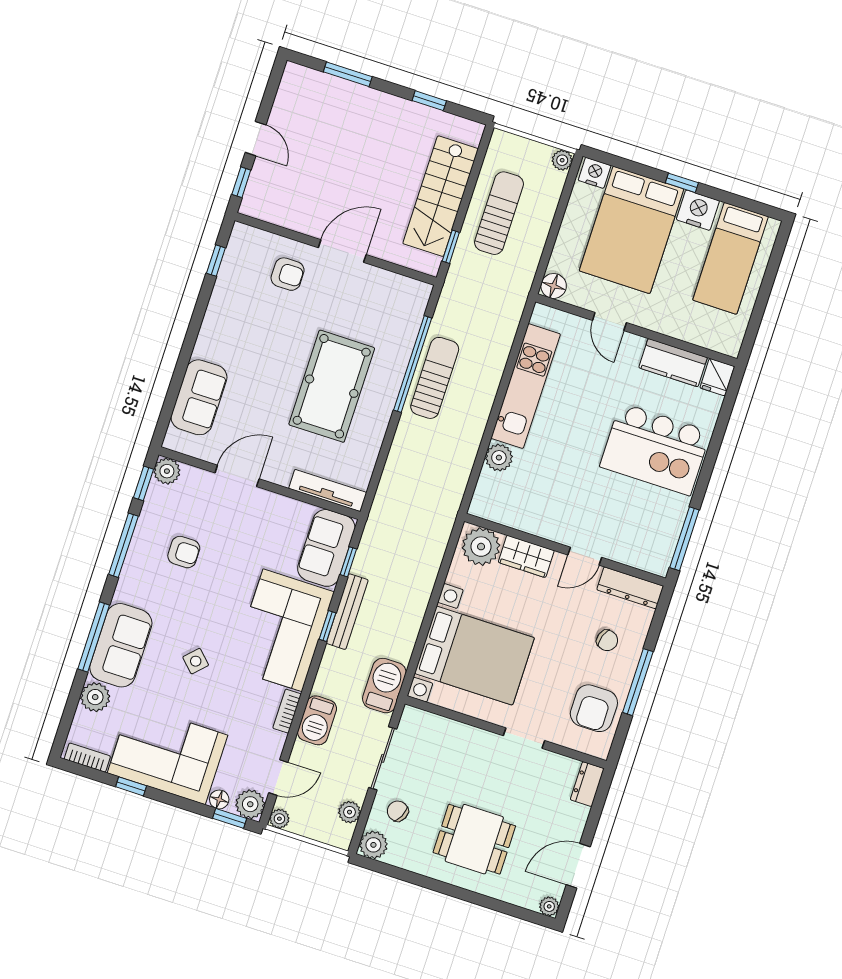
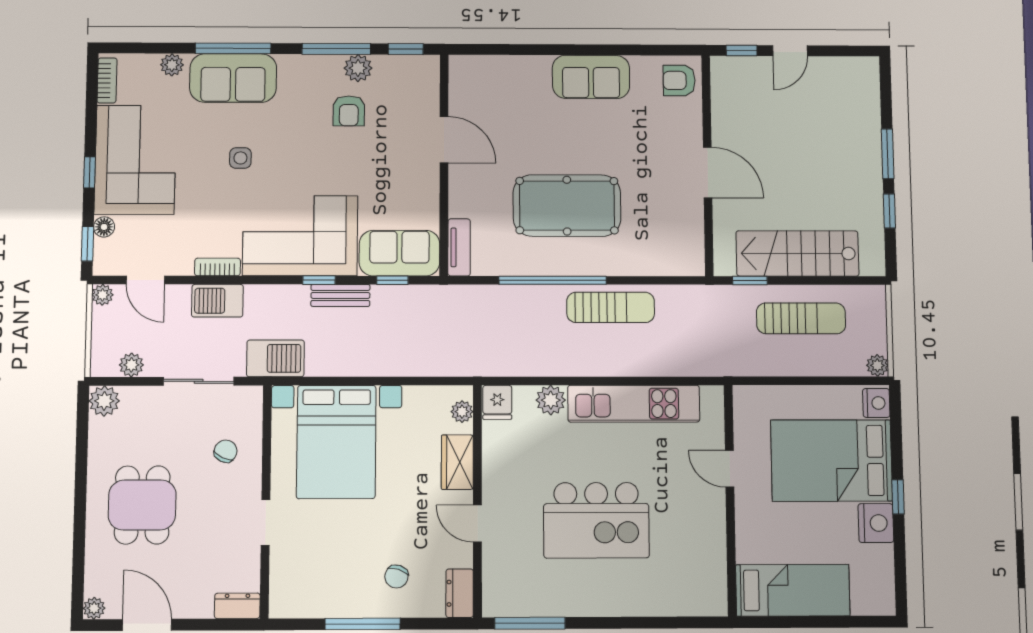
window: (348, 74) -> (888, 154), moved
bed: (731, 258) -> (793, 590), moved, turned 180
window: (216, 261) -> (655, 50), removed
armchair: (288, 274) -> (679, 80), moved, turned 90
floor lamp: (554, 286) -> (746, 399), removed
door: (609, 322) -> (730, 469), hinge flipped
kitchen counter: (673, 363) -> (710, 550), removed
window: (413, 364) -> (553, 280), moved
fridge: (717, 377) -> (497, 402), moved, turned -90
sofa: (199, 397) -> (591, 77), moved
kitchen island: (655, 449) -> (596, 520), moved, turned -90
plant: (167, 471) -> (358, 68), moved
tv unit: (328, 490) -> (459, 247), width x0.71
plant: (481, 547) -> (462, 412), width x0.53, depth x0.53
dresser: (630, 588) -> (460, 593), width x0.70
bench: (347, 612) -> (340, 295), width x0.73
side table: (196, 661) -> (240, 158), turned 45
plant: (95, 697) -> (172, 65), width x0.73, depth x0.73
armchair: (594, 708) -> (320, 586), removed
window: (131, 786) -> (89, 172), moved
plant: (250, 804) -> (109, 260), removed
chair: (398, 811) -> (226, 451), moved

